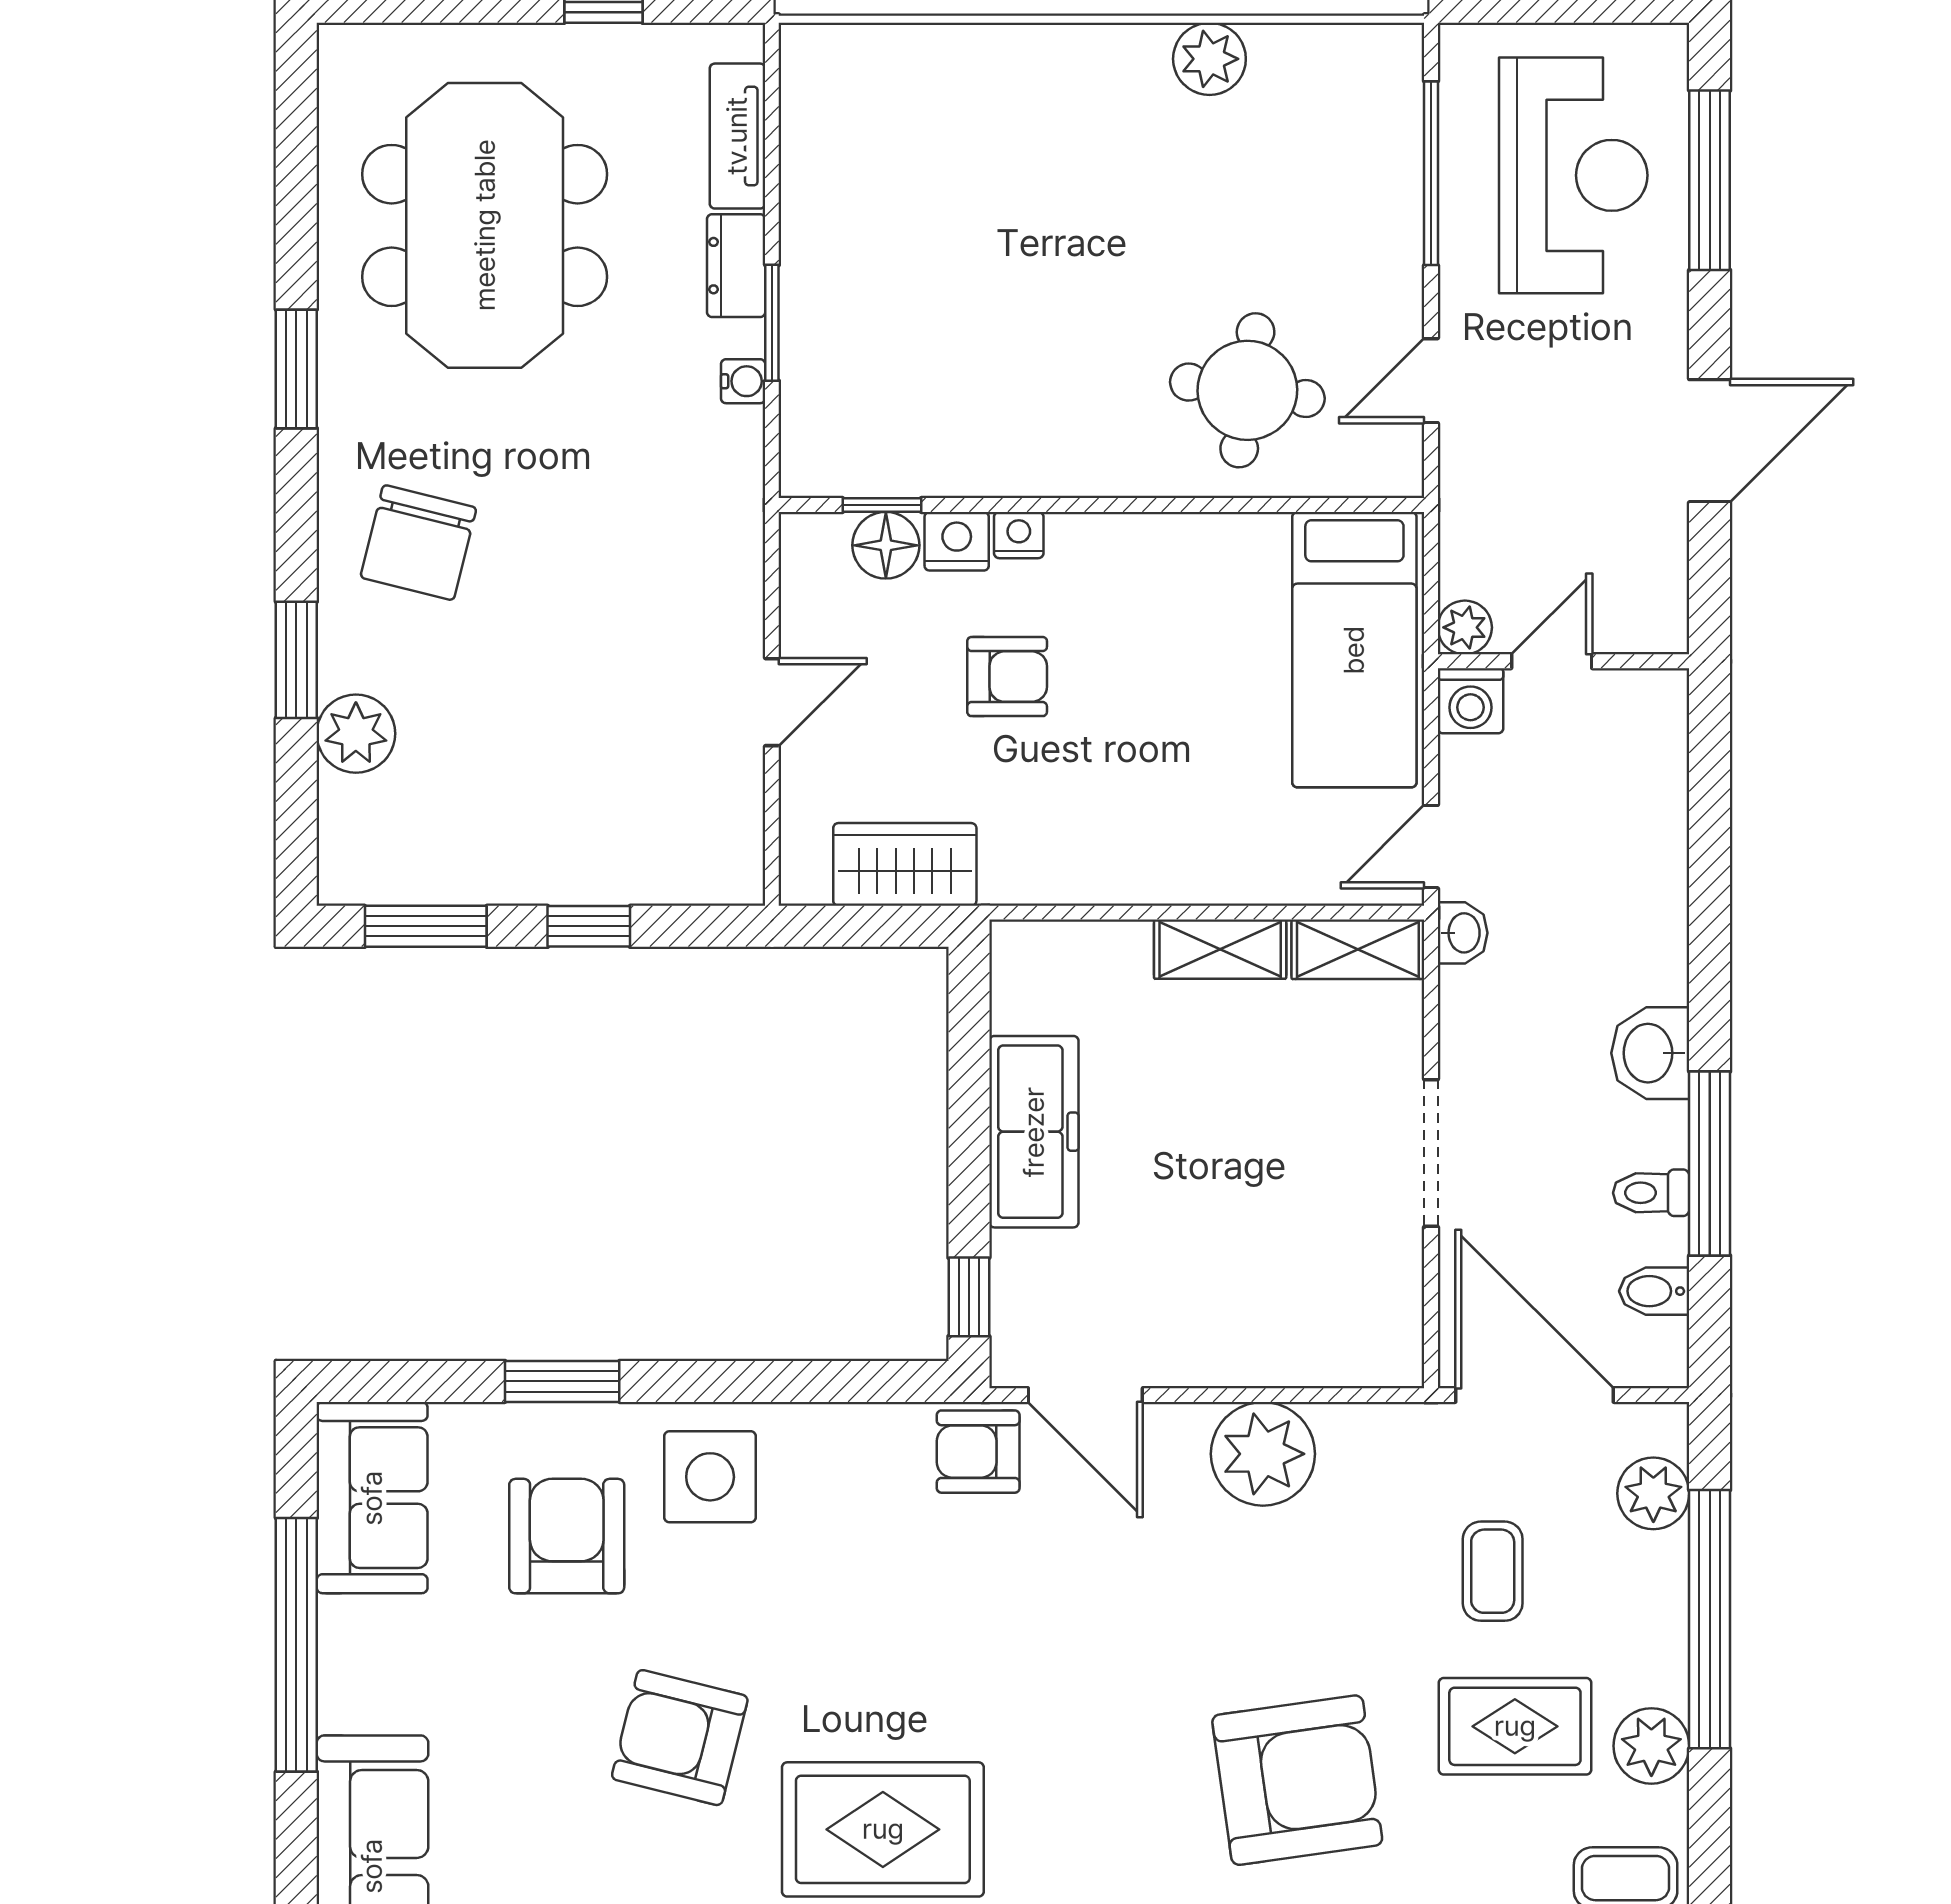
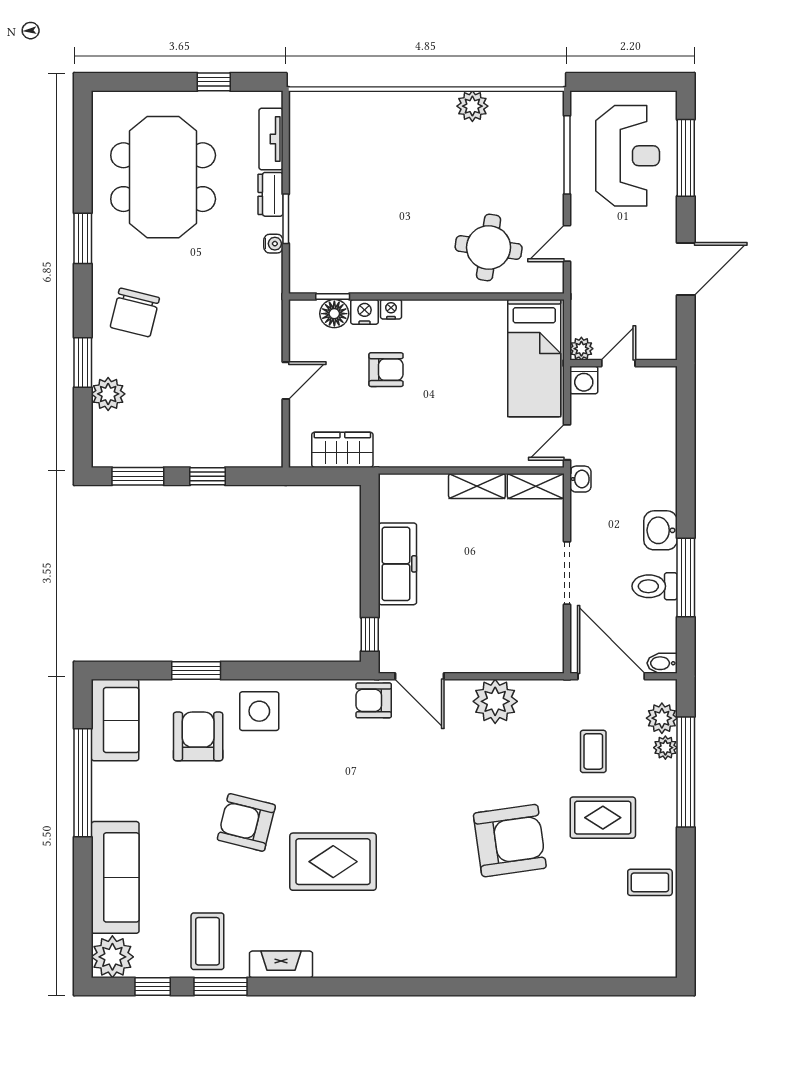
toilet: (1651, 1193) -> (655, 586), width x1.37, depth x1.39
bidet: (1654, 1291) -> (662, 663), moved
plant: (1651, 1746) -> (665, 748), moved, width x0.73, depth x0.73

